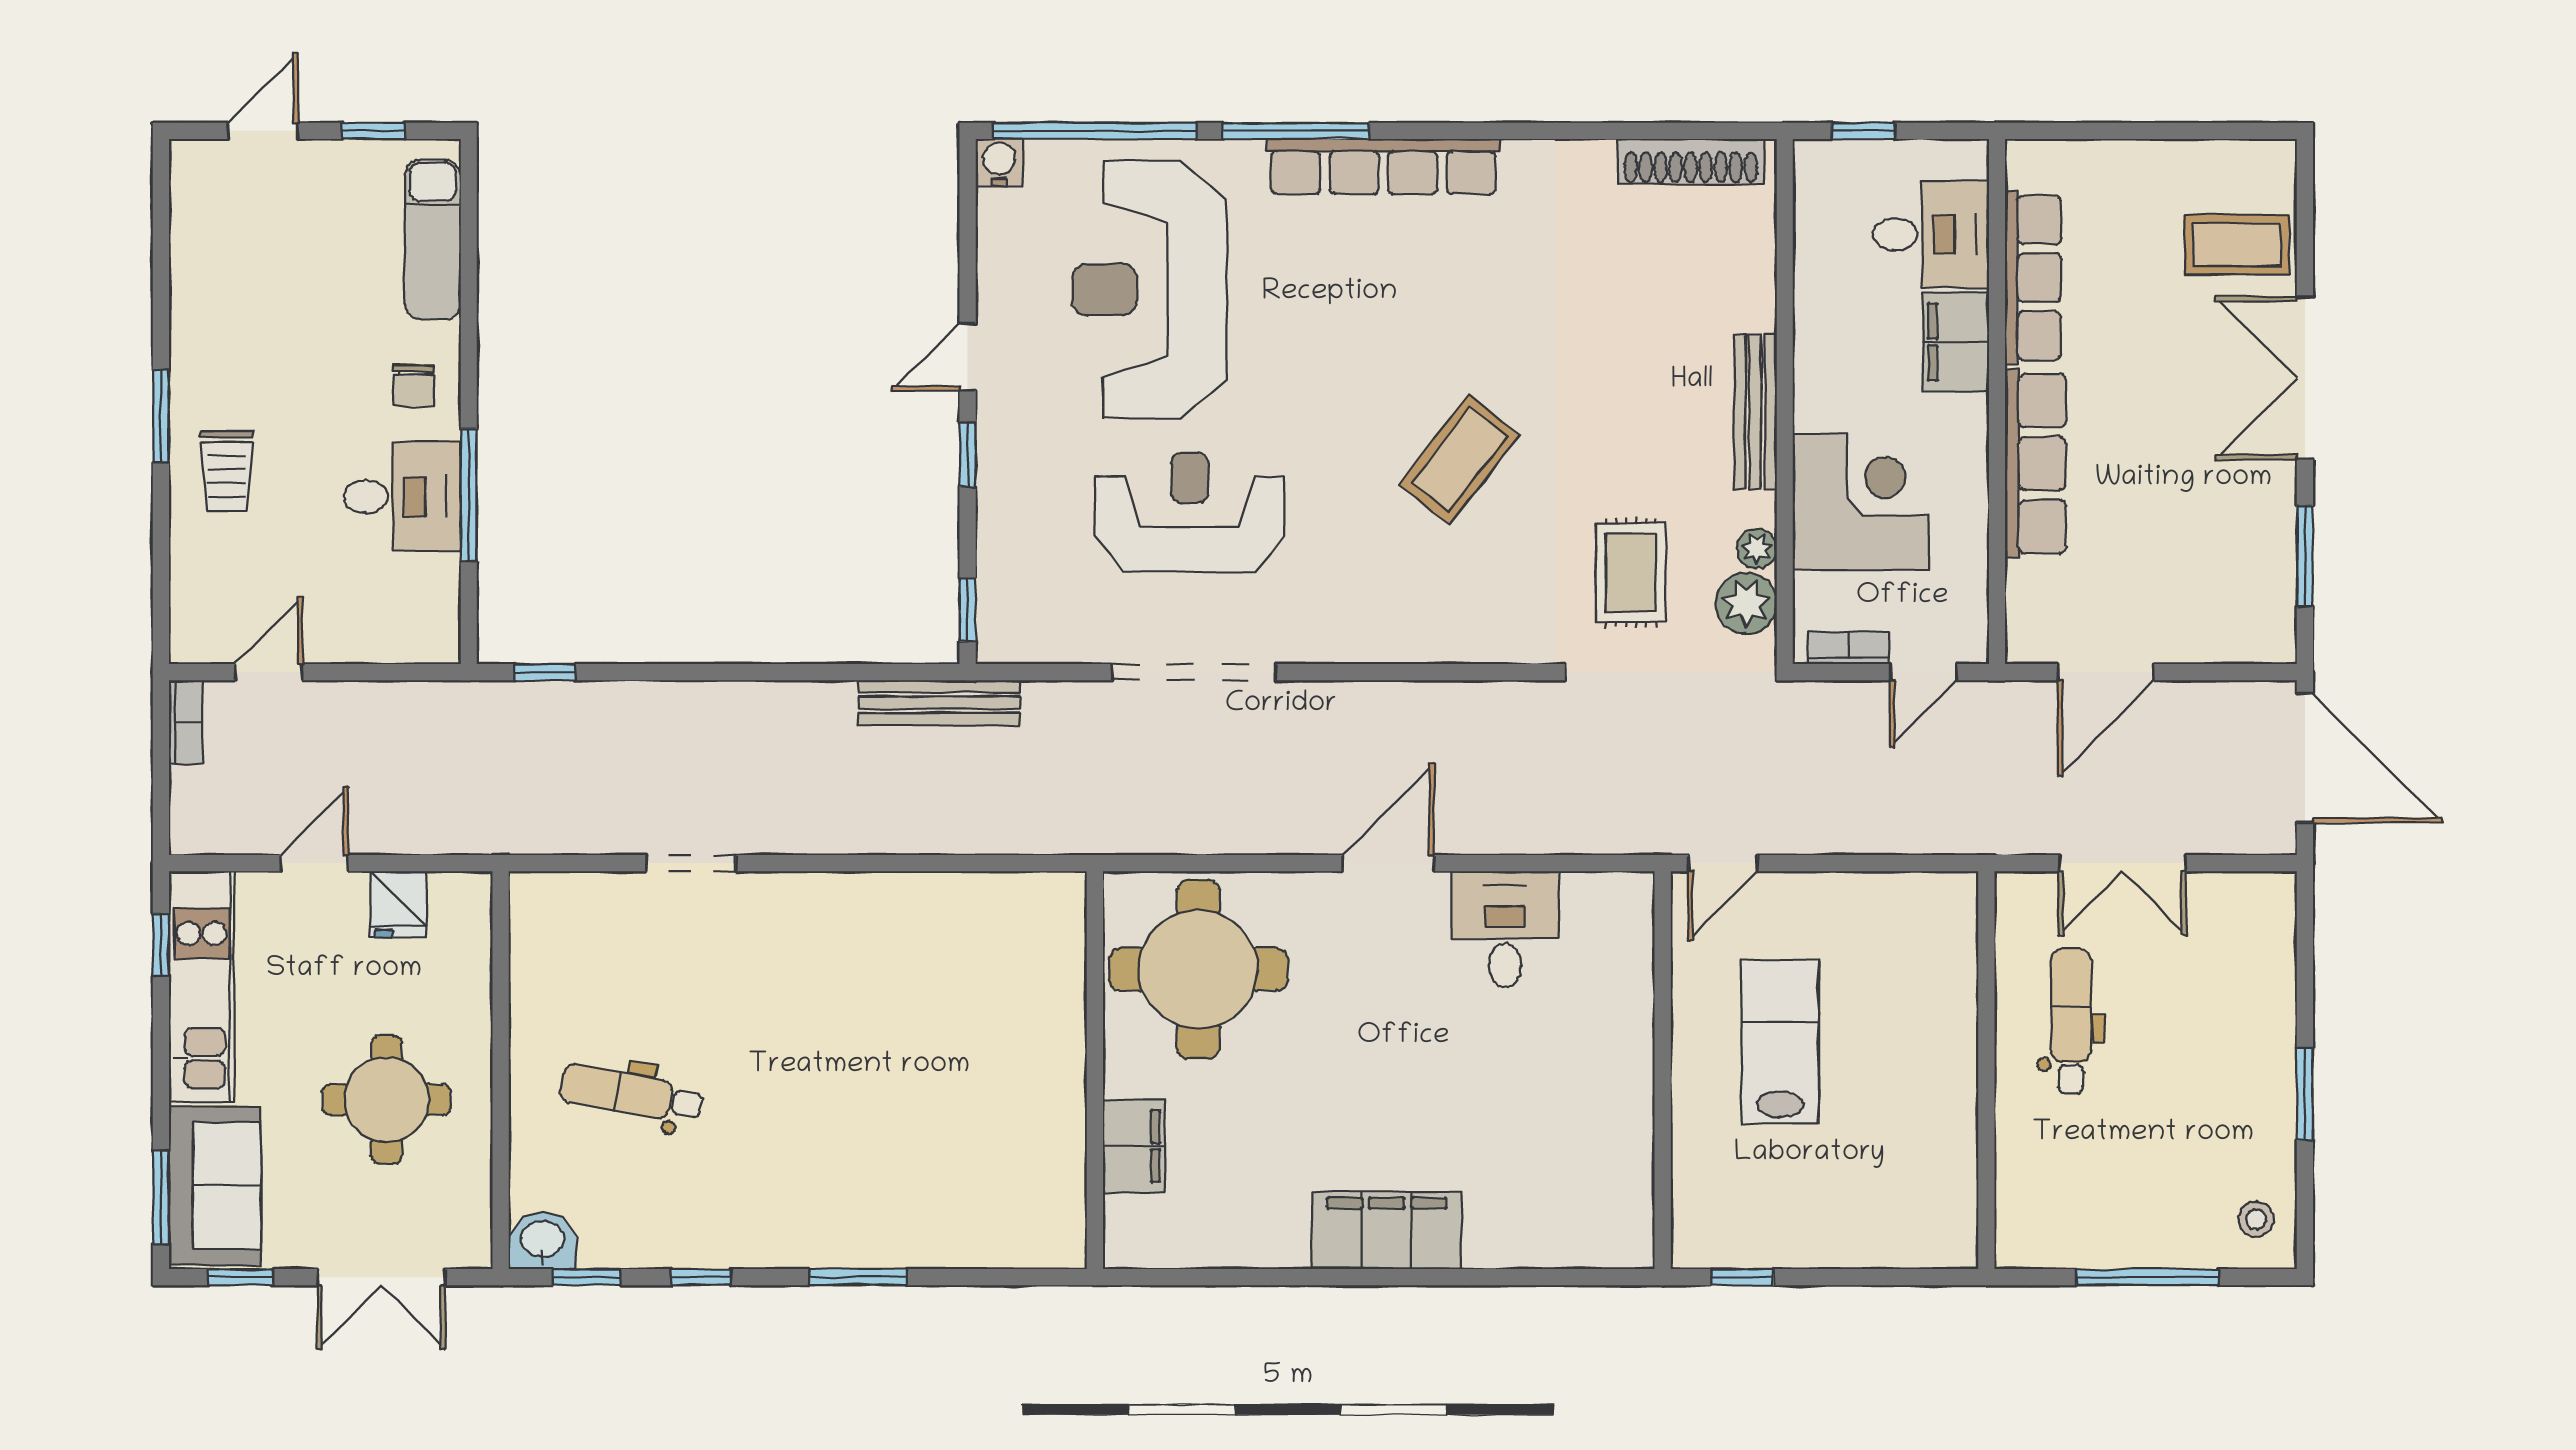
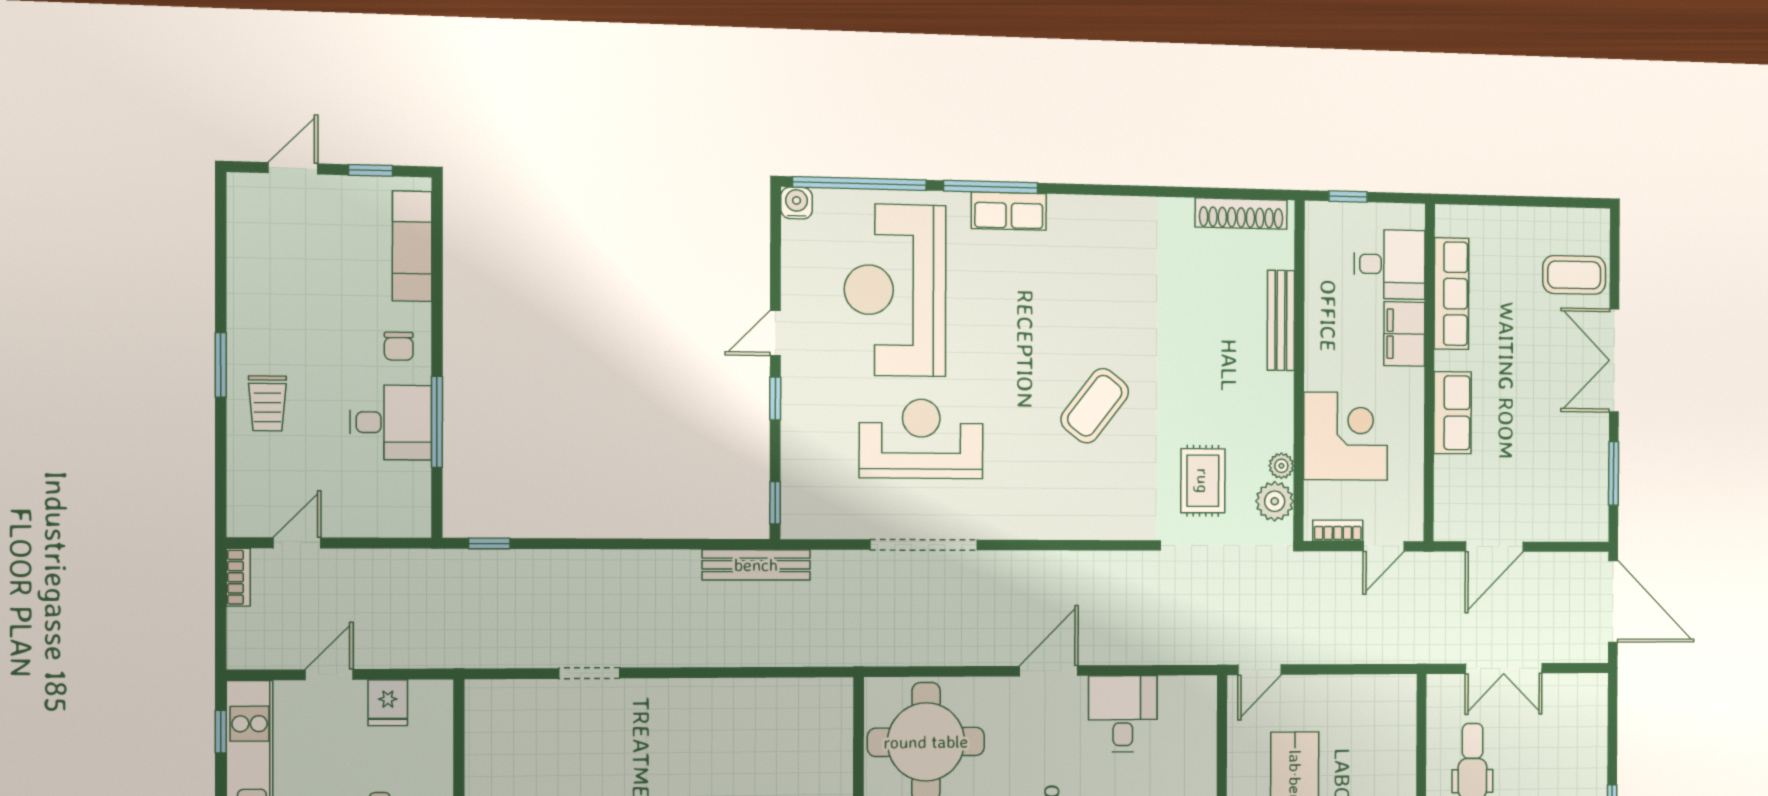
row of seats: (1383, 167) -> (1009, 211), width x0.50
bench: (1755, 412) -> (1281, 320), moved
row of seats: (2036, 464) -> (1452, 413), width x0.68

